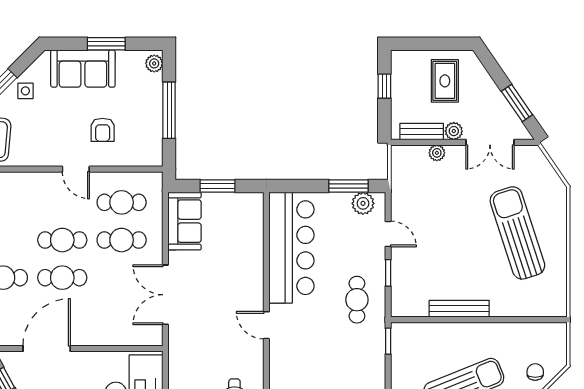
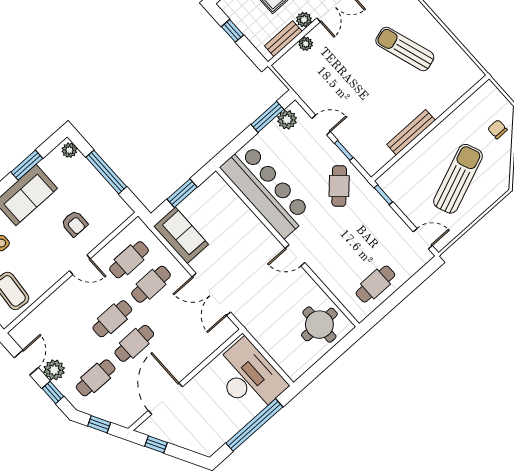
sun lounger: (517, 233) -> (405, 49), width x0.73, depth x0.75
cafe table: (357, 300) -> (339, 186), turned 43

